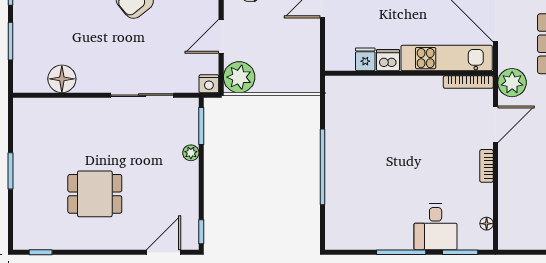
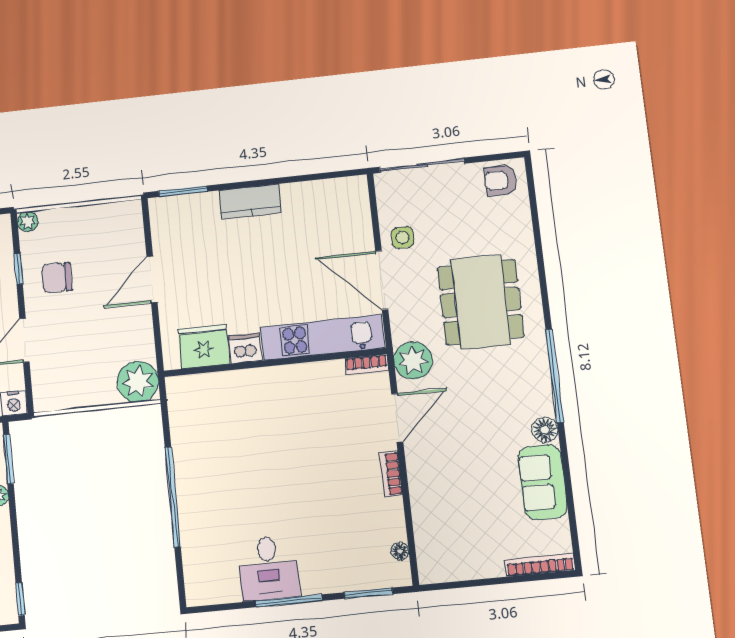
fridge: (365, 59) -> (204, 346), width x1.88, depth x1.34
plant: (239, 77) -> (138, 382), moved
bookcase: (468, 82) -> (367, 365), width x0.64
desk: (436, 227) -> (268, 568), moved

